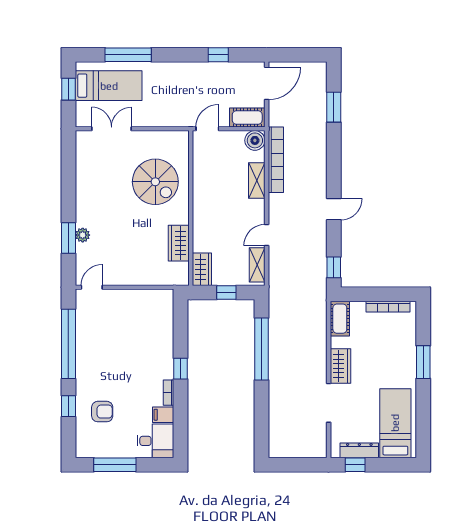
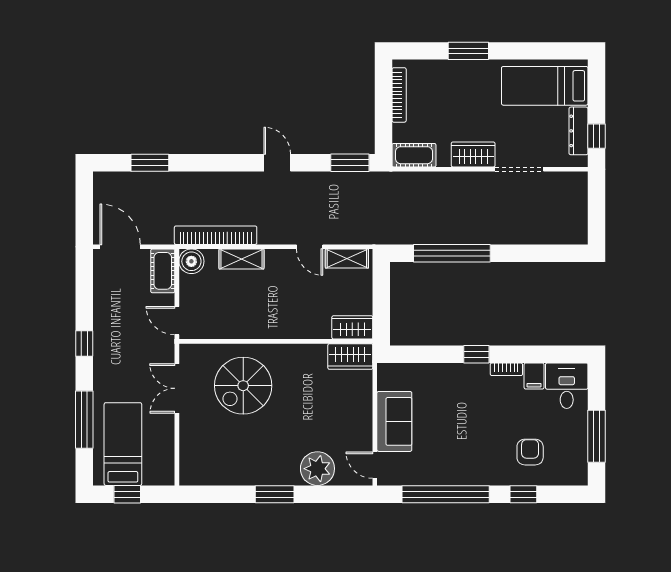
window: (218, 55) -> (84, 344), moved
double door: (112, 129) -> (177, 388), moved
spiral stairs: (155, 182) -> (243, 386), turned 180
plant: (83, 235) -> (317, 469), width x1.88, depth x1.88
window: (68, 238) -> (275, 494), moved
wardrobe: (179, 243) -> (350, 357), moved
window: (334, 267) -> (350, 163), width x1.50
window: (226, 292) -> (381, 297), removed
sofa: (127, 303) -> (394, 421), added

